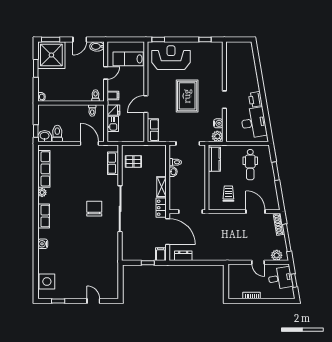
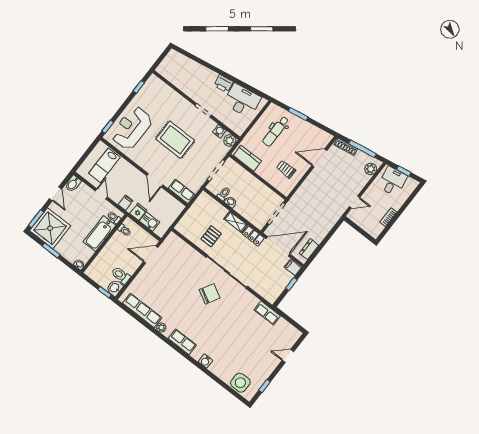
bathtub: (76, 94) -> (100, 234), added
pallet: (133, 161) -> (211, 236), moved
row of seats: (113, 163) -> (267, 313), moved
dental chair: (250, 165) -> (276, 131), turned 90
chair: (94, 209) -> (210, 294), turned 119
door: (258, 262) -> (354, 202), moved

